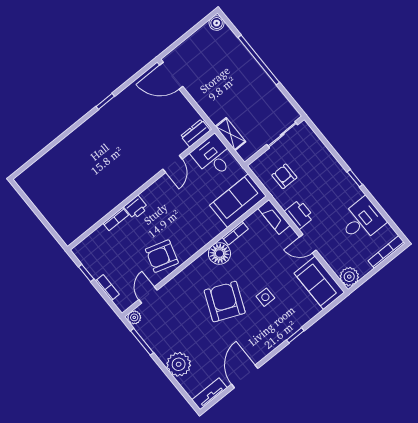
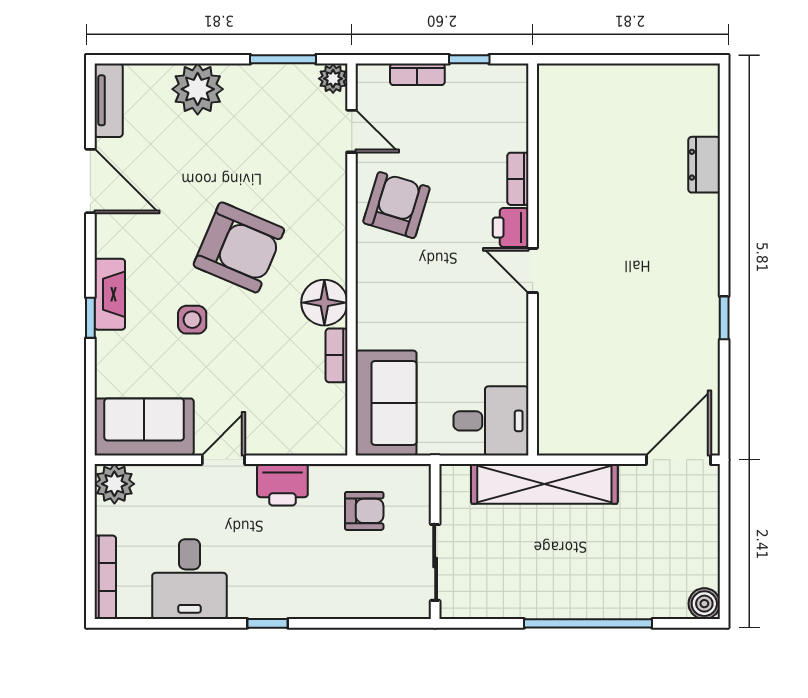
dresser: (195, 133) -> (704, 165), moved, turned 180
shelving: (230, 134) -> (544, 484), width x2.20, depth x1.33
door: (172, 164) -> (533, 270), moved
fireplace: (274, 217) -> (110, 294), moved, turned 90

